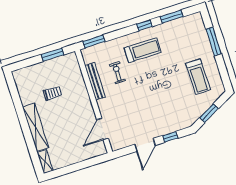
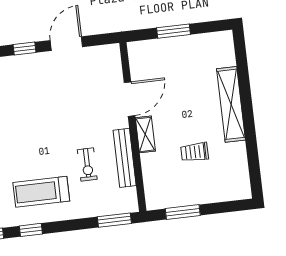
door: (103, 129) -> (130, 99), moved
shelving: (45, 161) -> (145, 134), moved
window: (80, 166) -> (174, 31), added

